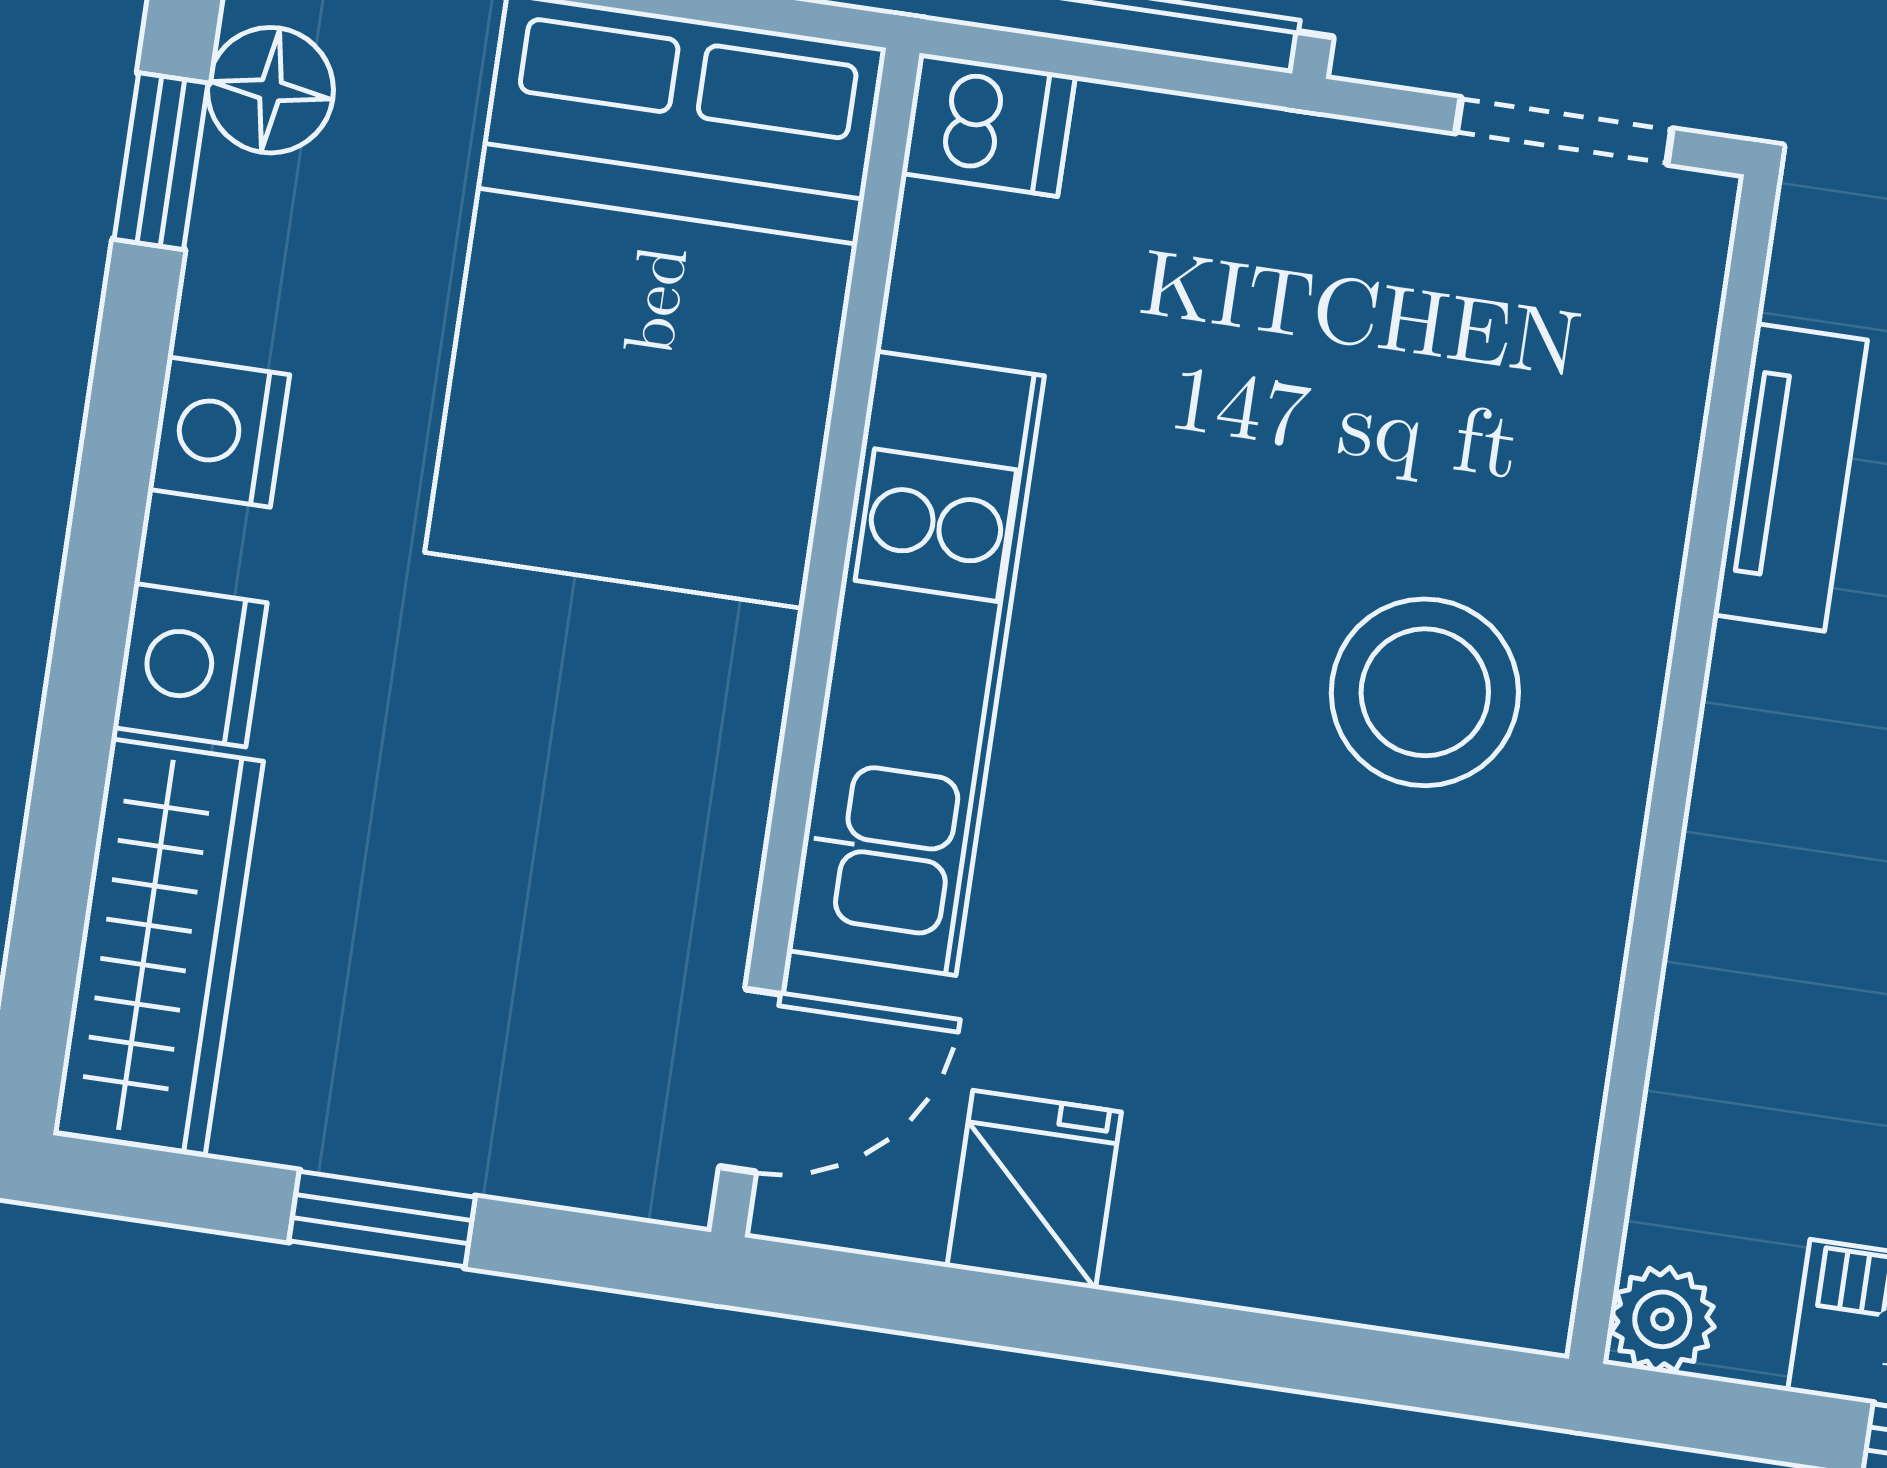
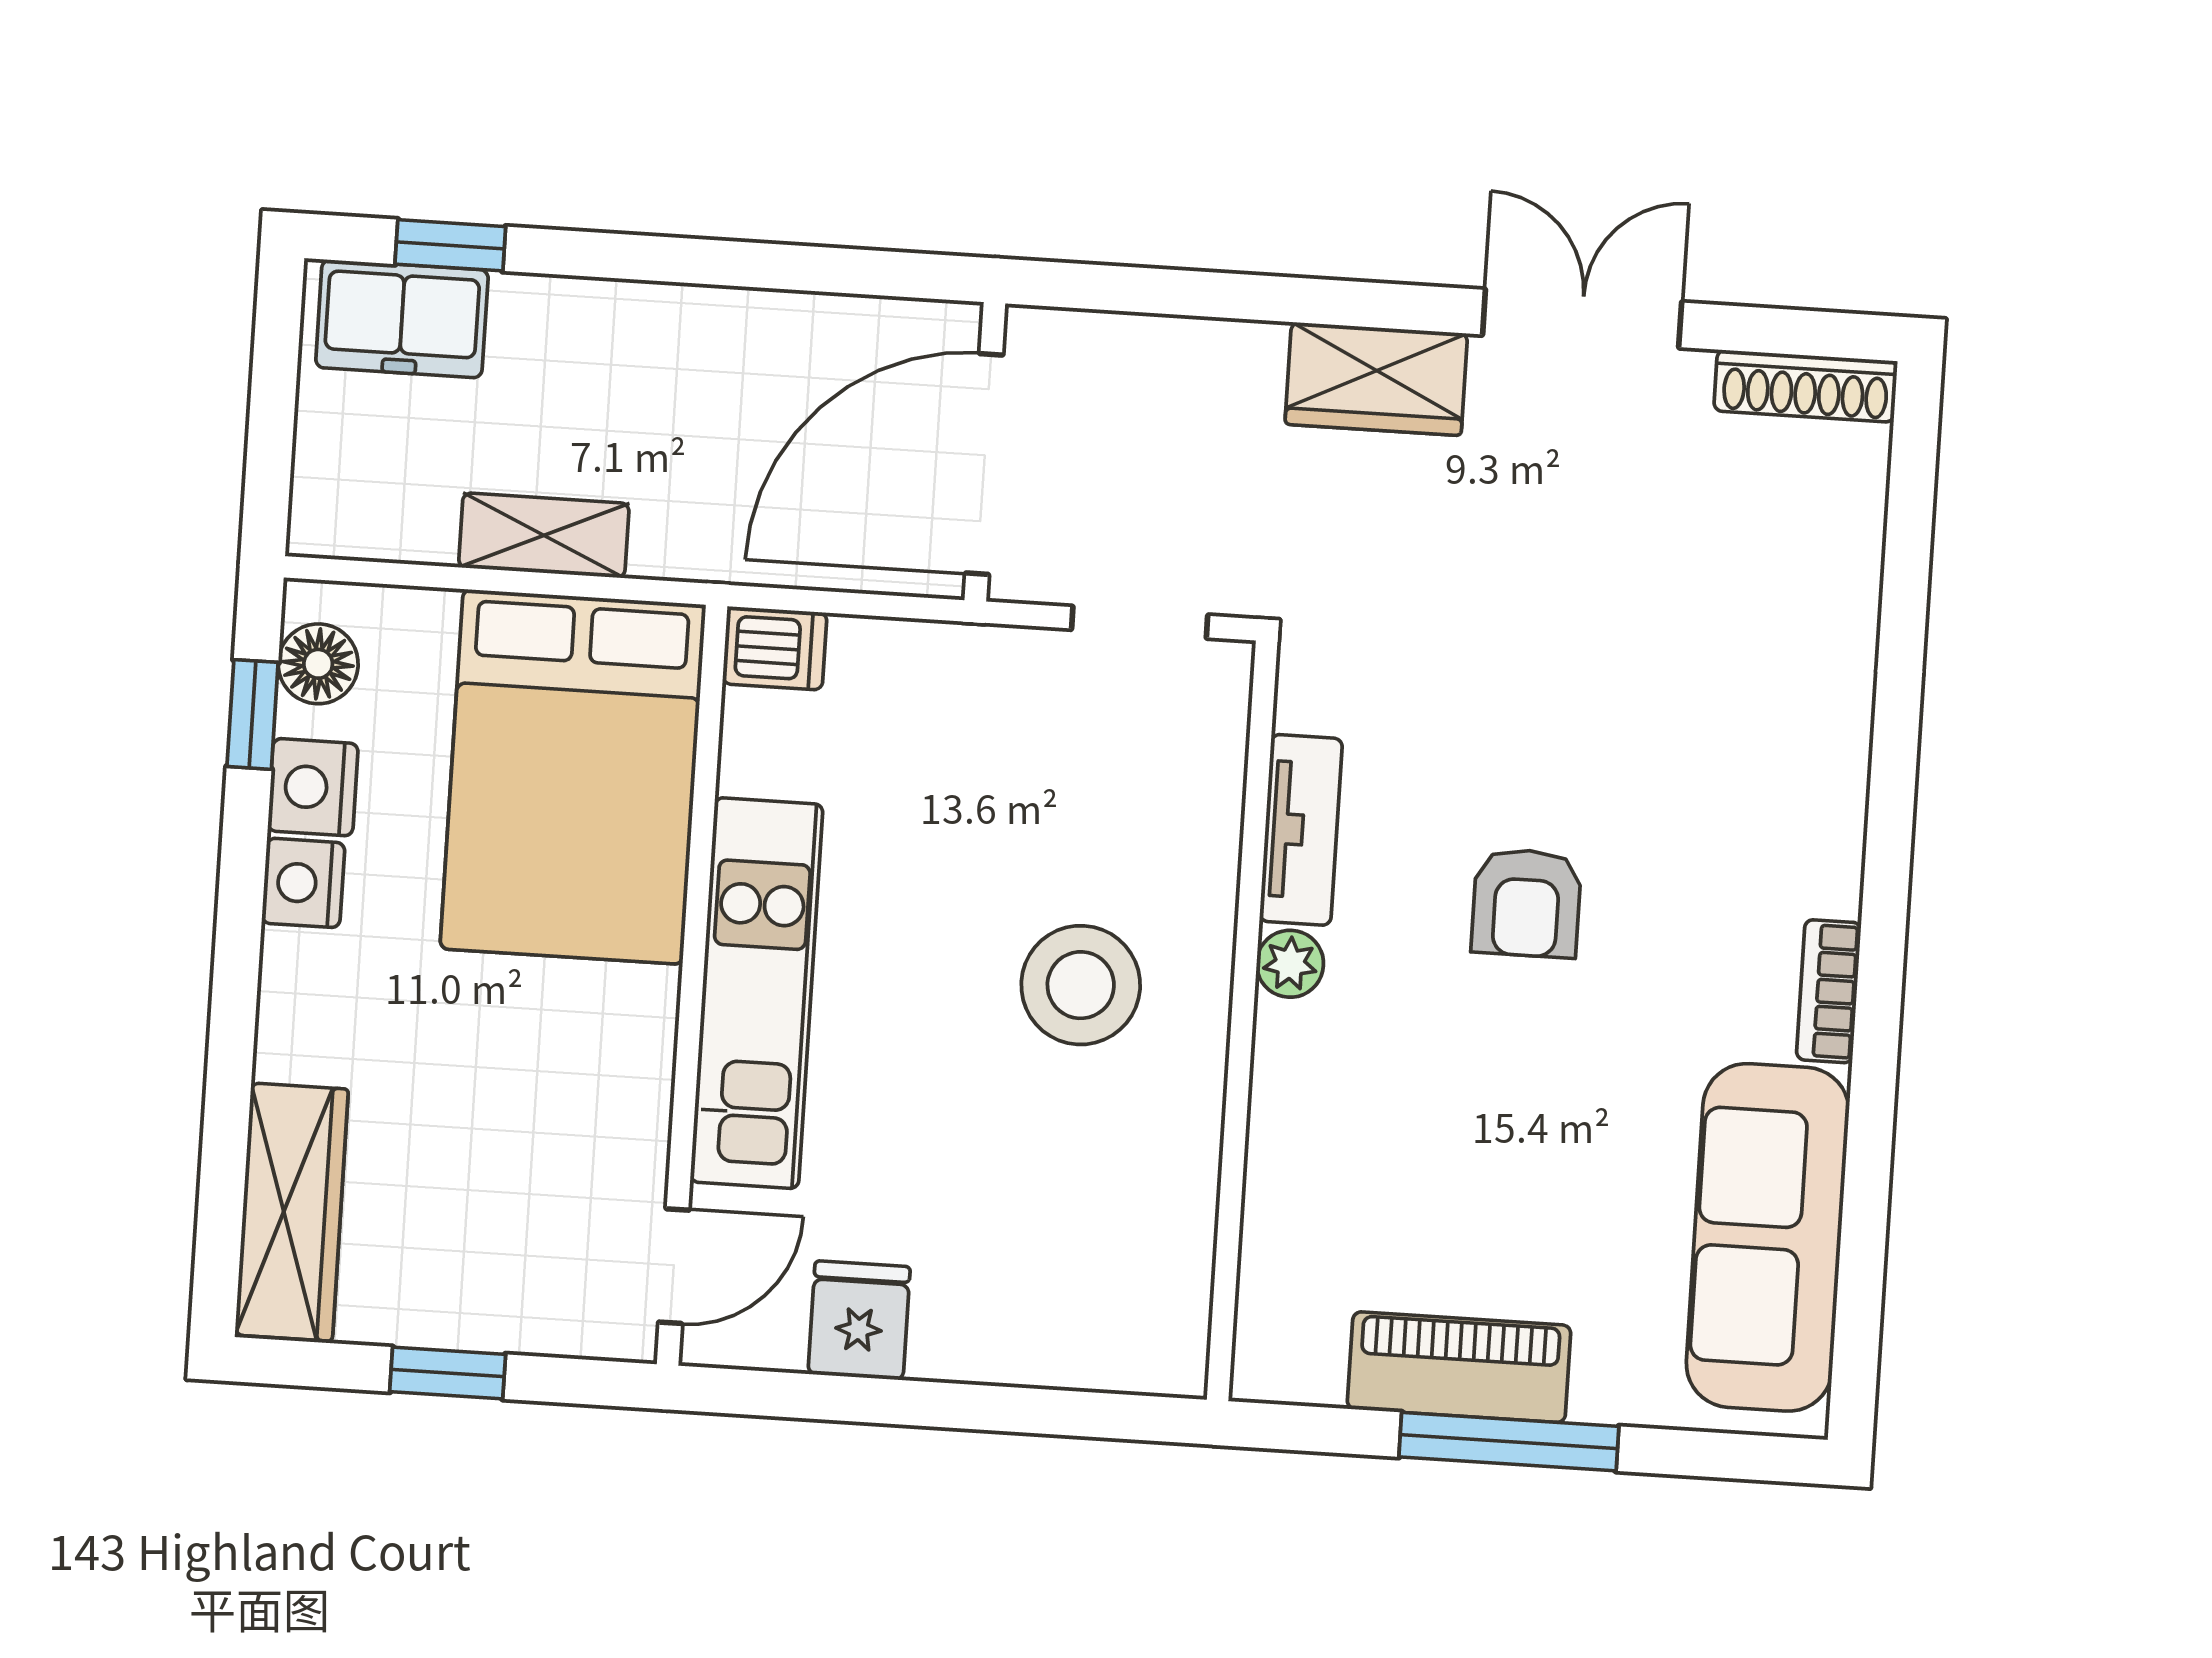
nightstand: (190, 665) -> (313, 787), moved
plant: (1662, 1319) -> (1290, 964), moved

